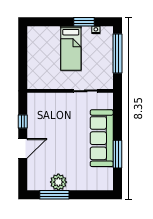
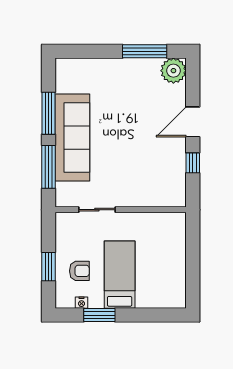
armchair: (97, 51) -> (79, 271), added
window: (117, 54) -> (48, 267), width x0.47
window: (117, 119) -> (48, 167), added
plant: (58, 182) -> (173, 71), moved

